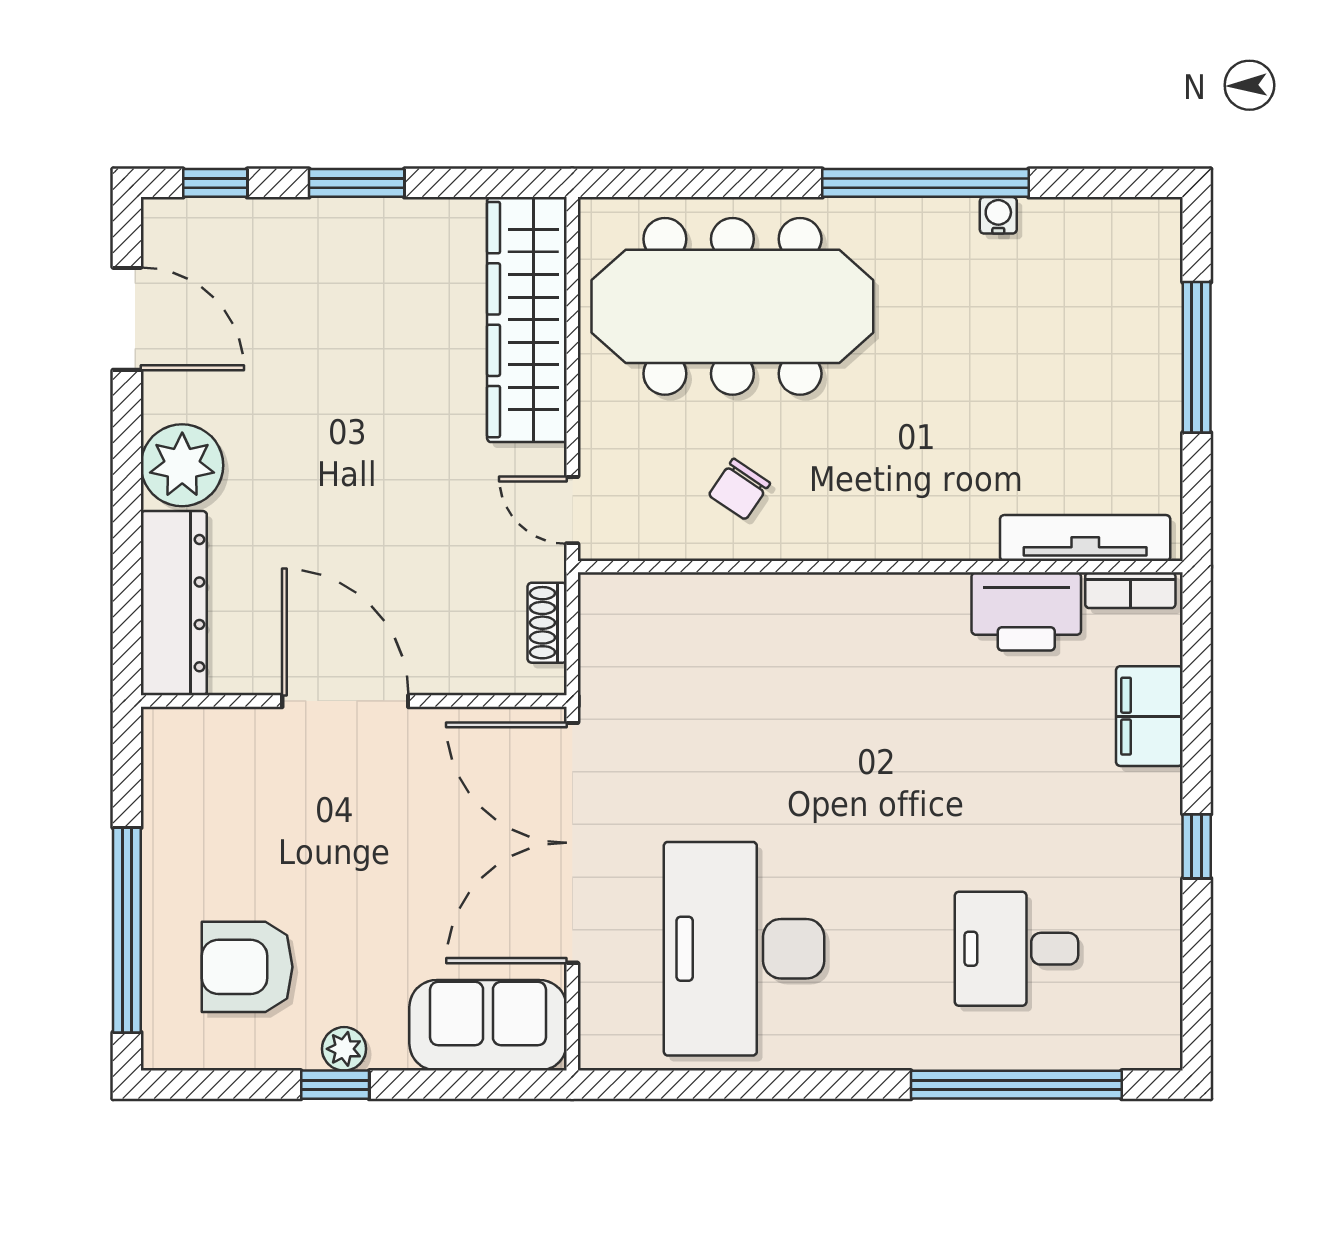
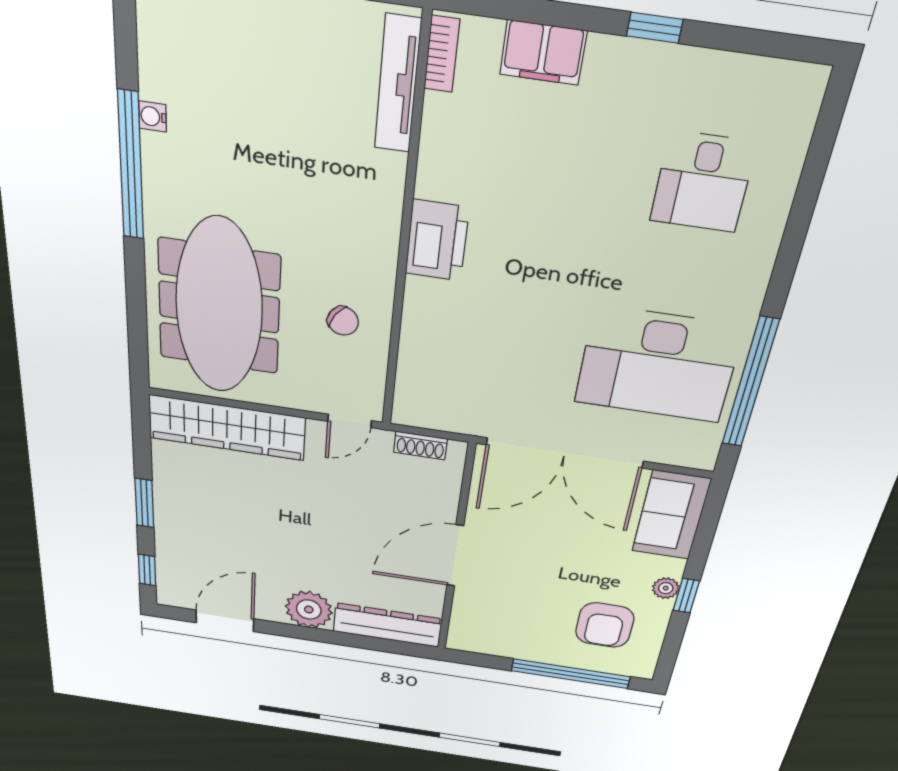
printer: (1026, 611) -> (437, 241), moved
window: (1016, 1085) -> (750, 383), moved

